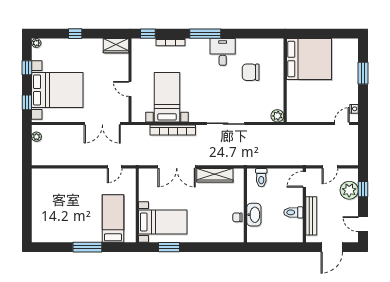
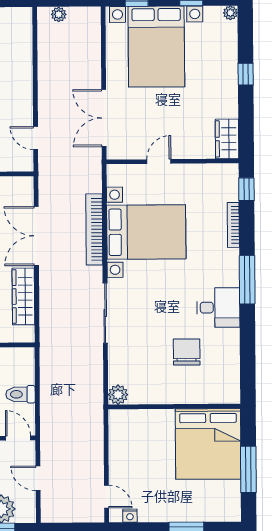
window: (325, 34) -> (248, 469), added
bed with nightstands: (167, 97) -> (146, 232), width x1.36
plant: (36, 137) -> (59, 14), moved
toilet: (261, 178) -> (20, 394), moved

